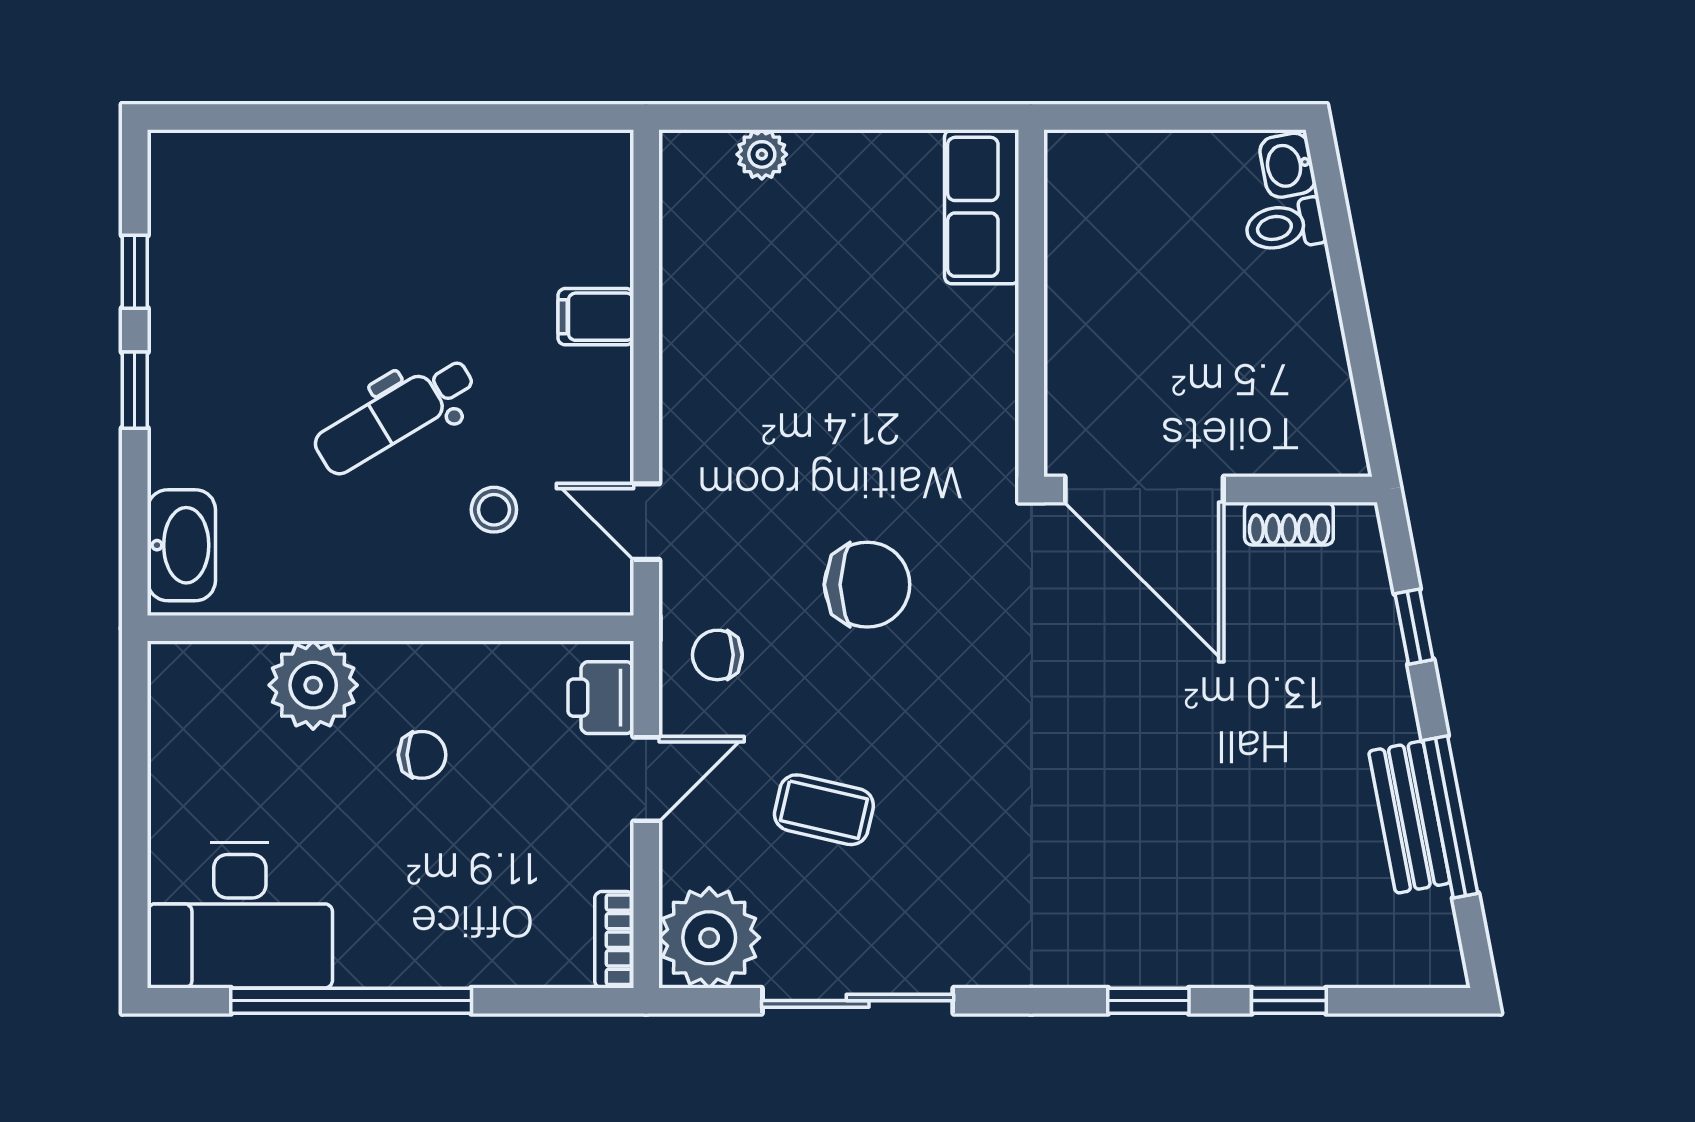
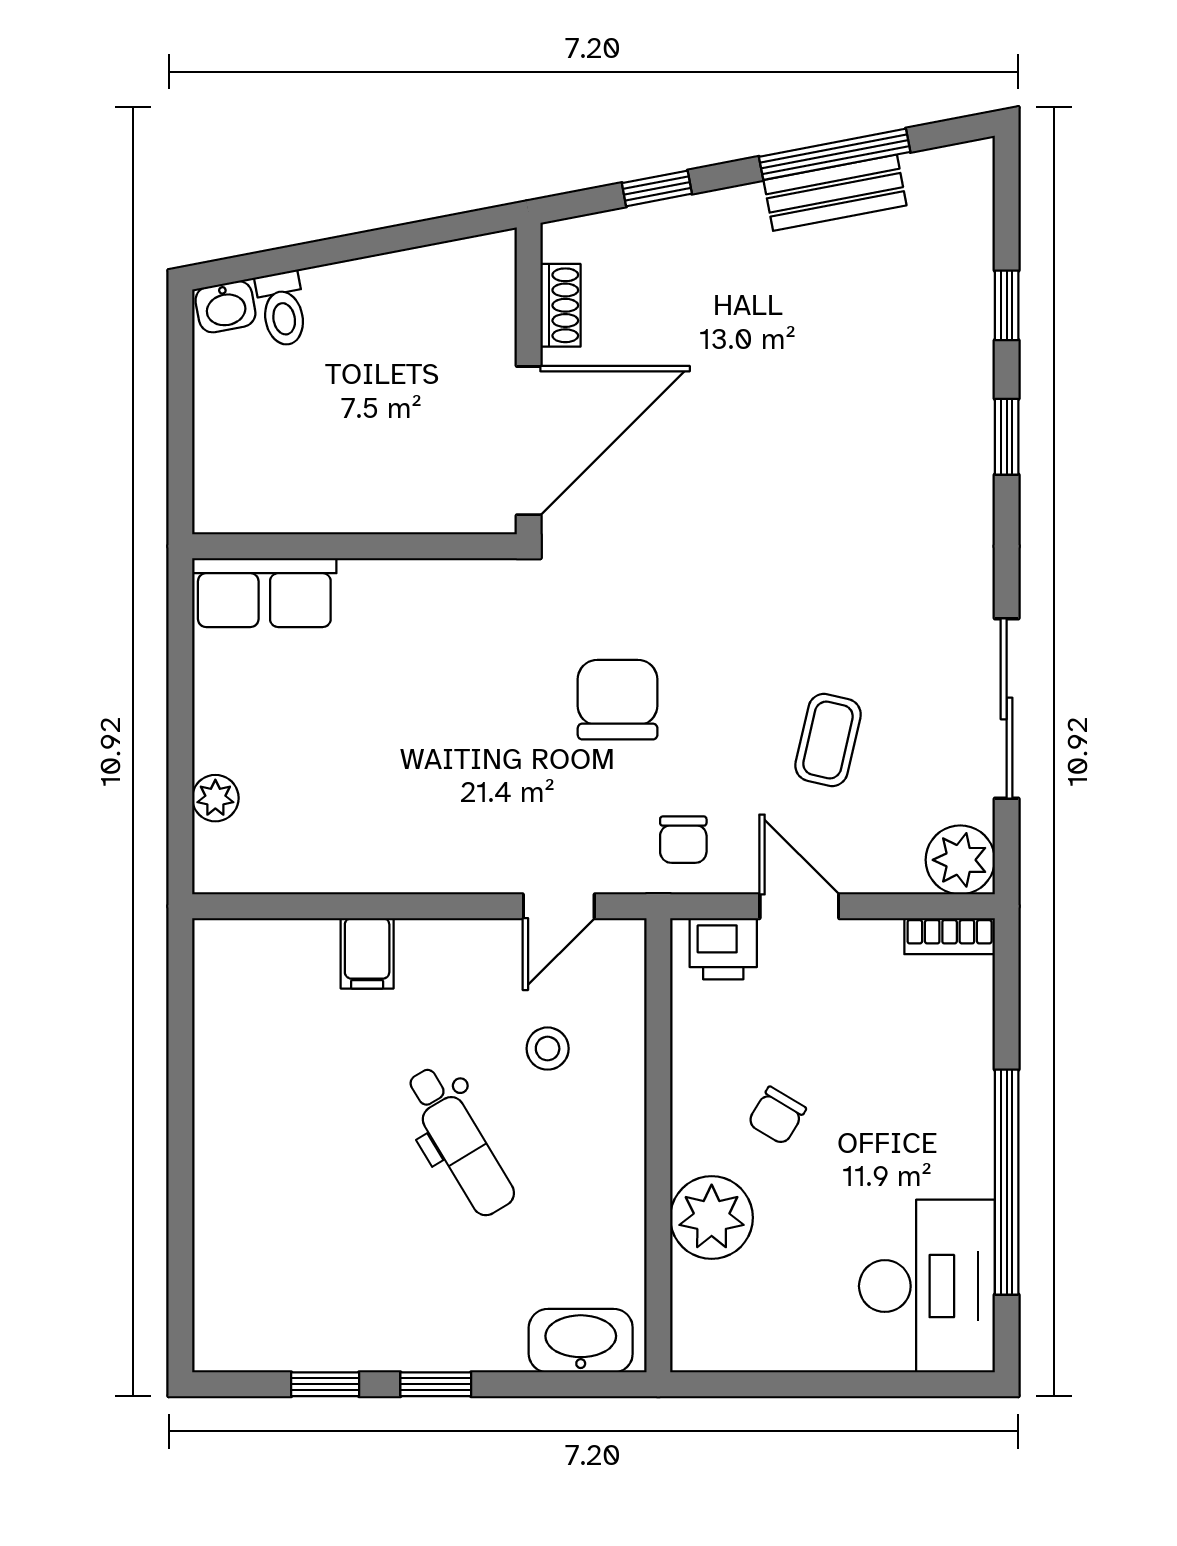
chair: (422, 755) -> (777, 1116), turned -149
plant: (709, 938) -> (960, 860), width x0.73, depth x0.73

